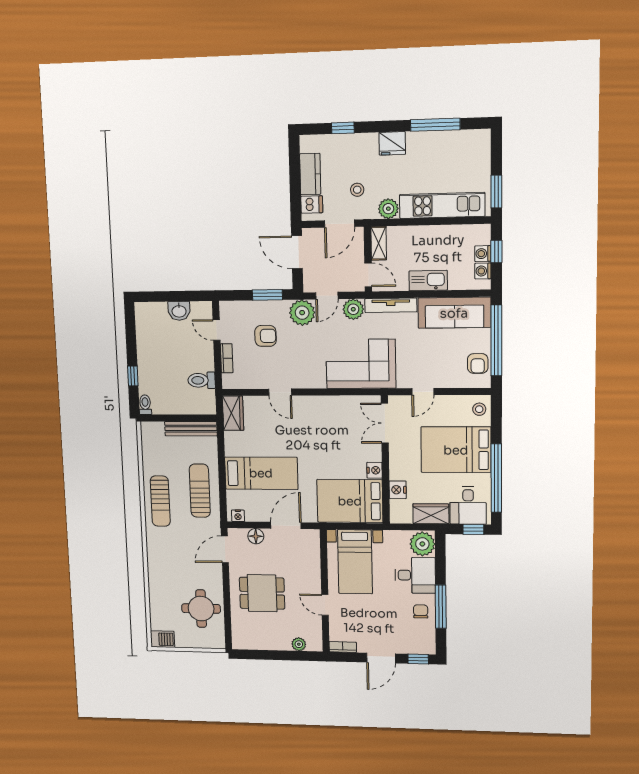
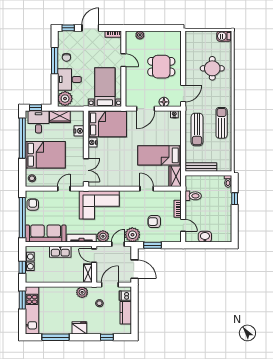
kitchen unit: (442, 205) -> (32, 310), moved, turned -90
bed: (261, 473) -> (159, 155), moved
round table: (201, 609) -> (212, 68), moved

